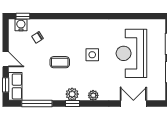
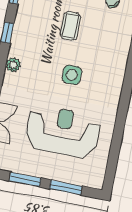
plant: (72, 94) -> (21, 35), removed

